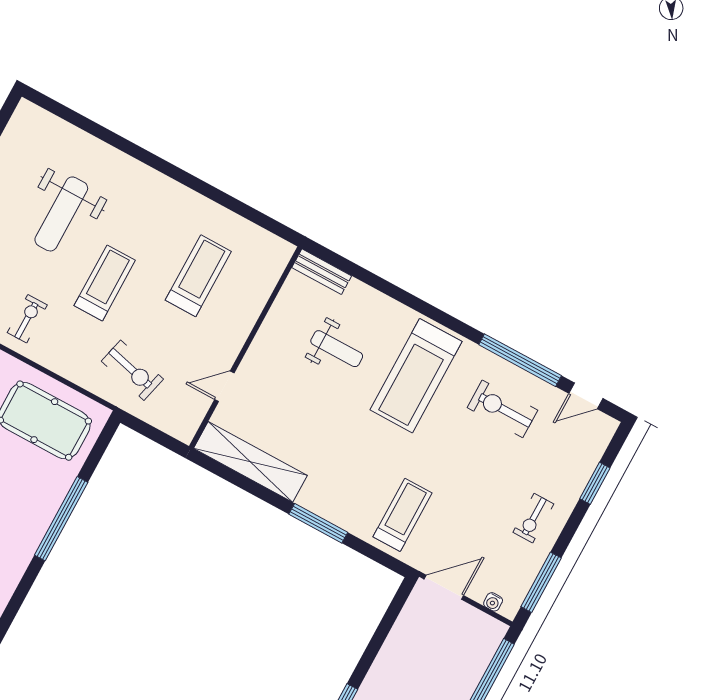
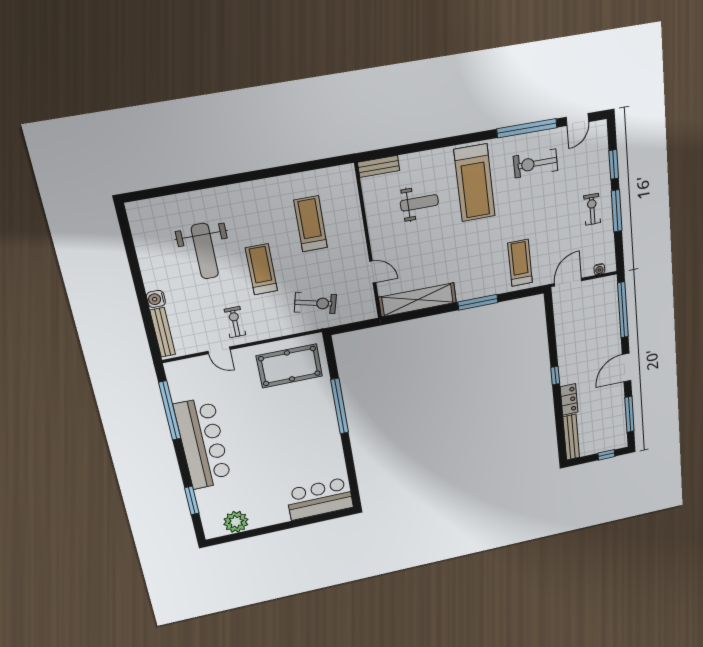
door: (224, 386) -> (373, 272), swing flipped
exercise bike: (533, 518) -> (592, 209), turned 180
window: (541, 582) -> (617, 211), moved

